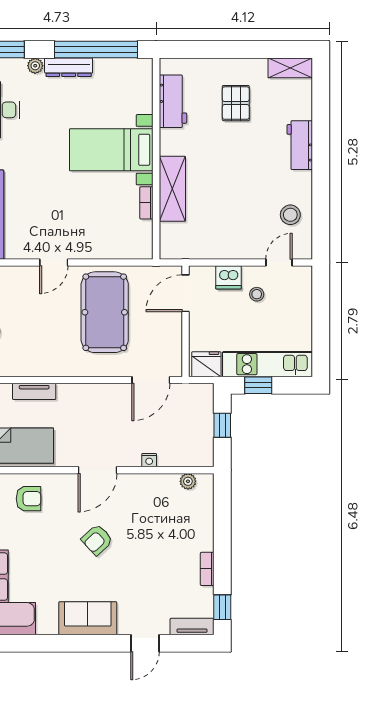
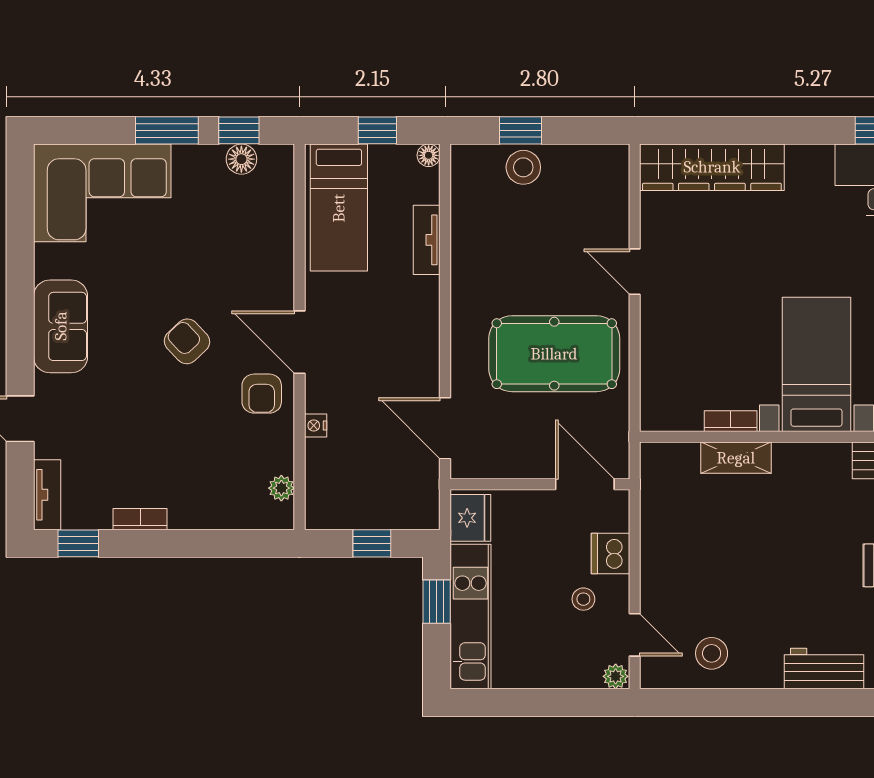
shelving: (172, 189) -> (736, 458), width x0.67, depth x0.75
plant: (305, 274) -> (616, 676), added
armchair: (28, 499) -> (262, 394), moved

